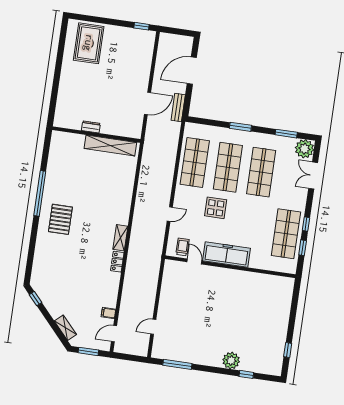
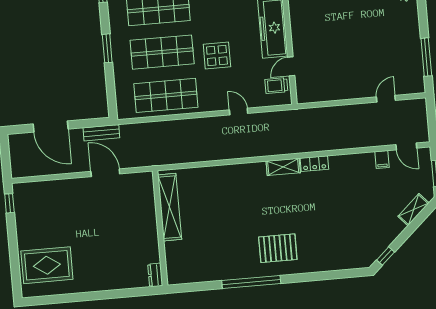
dresser: (91, 127) -> (155, 275), moved
door: (153, 327) -> (386, 99), swing flipped

